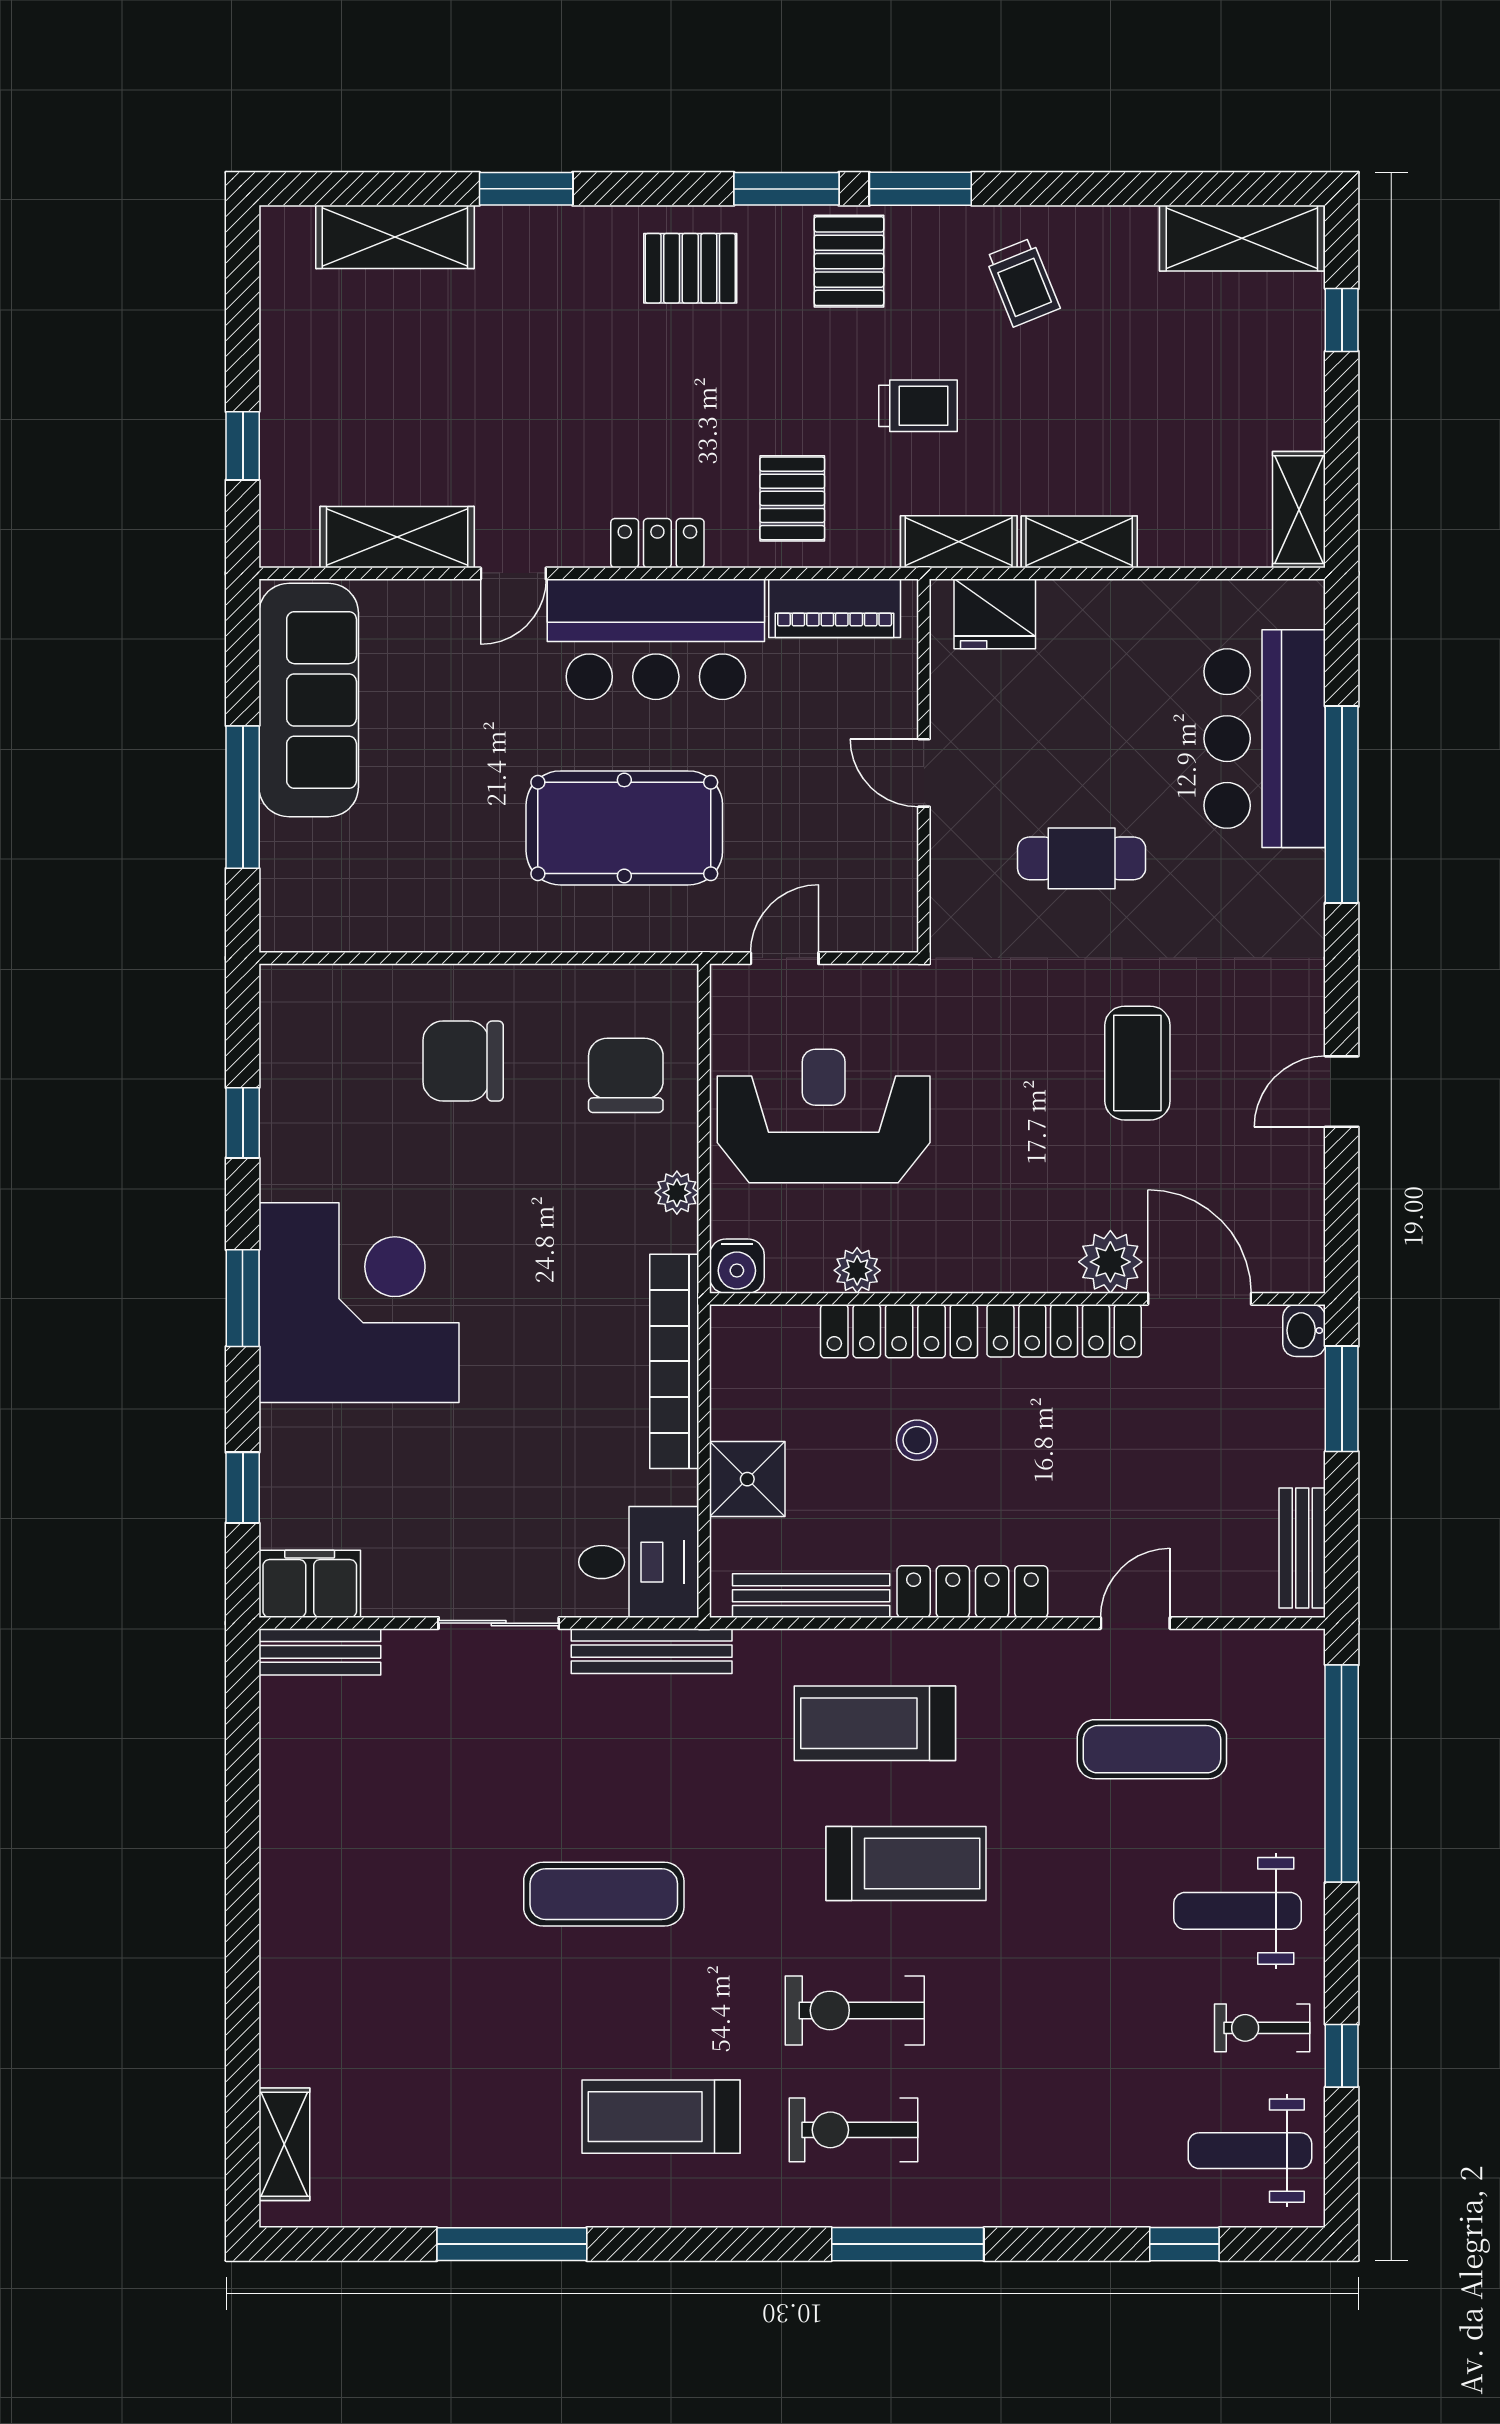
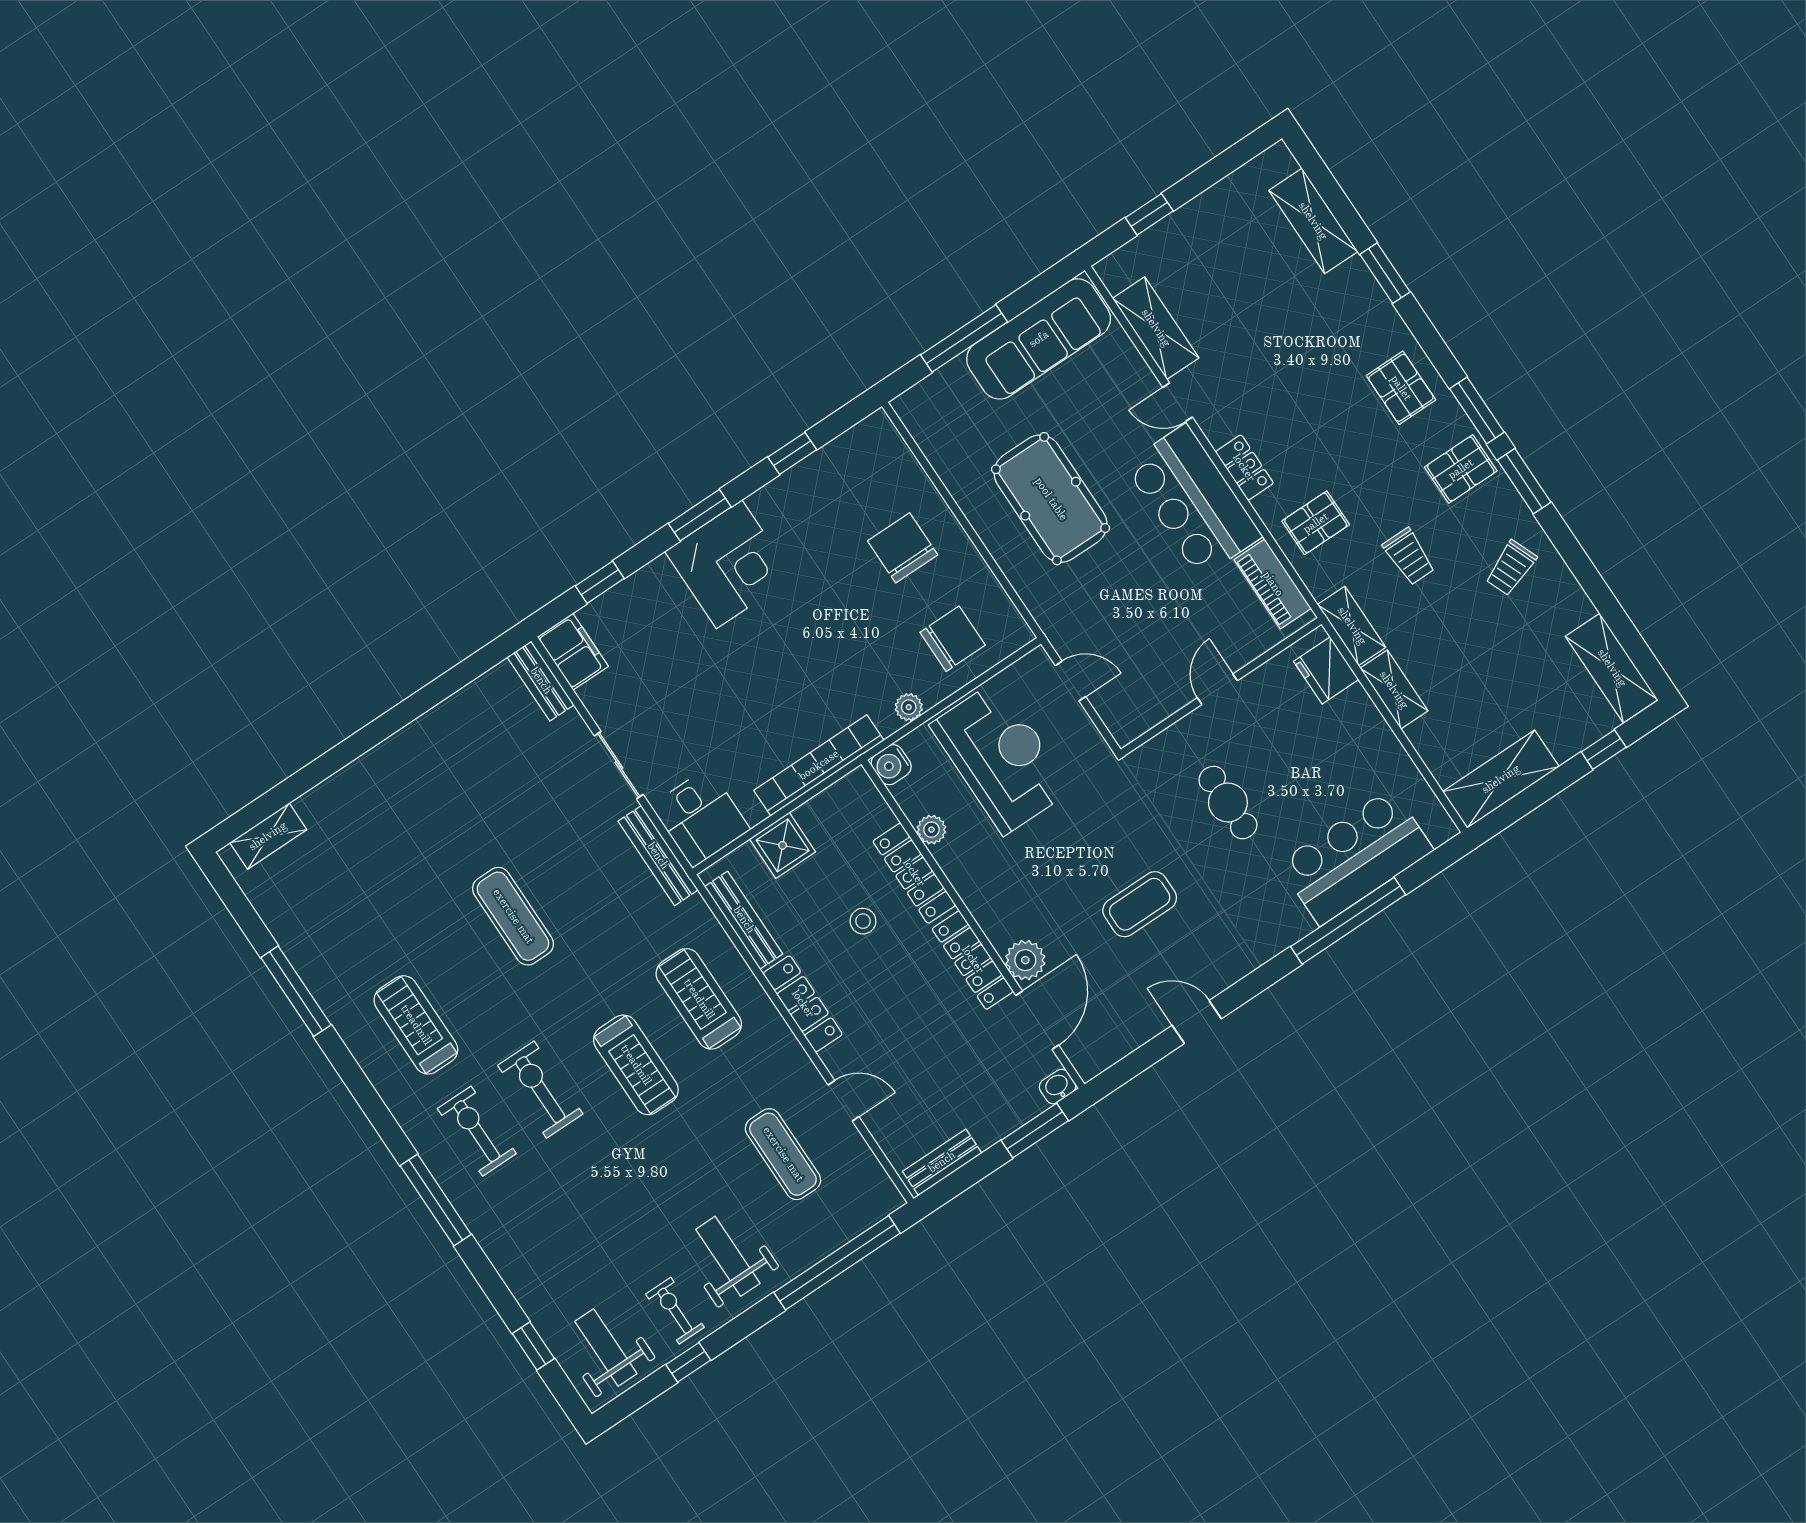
shelving: (1299, 510) -> (1501, 779), width x1.50, depth x1.33
pool table: (624, 828) -> (1051, 499), moved
corner desk: (359, 1303) -> (729, 564), width x0.74, depth x0.74

